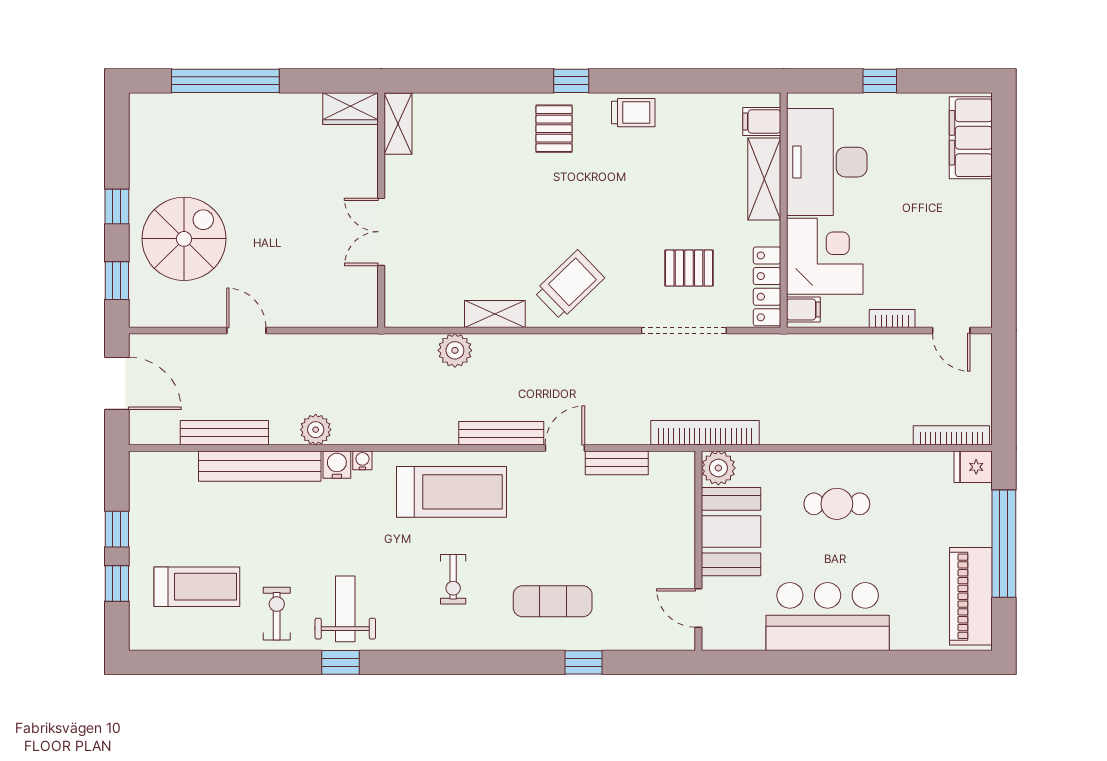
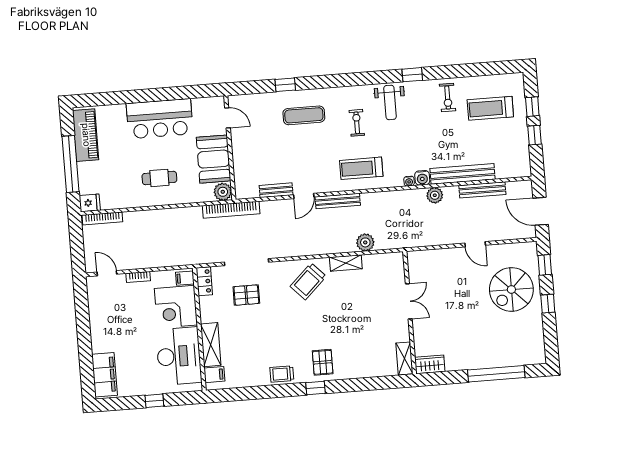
locker: (767, 286) -> (204, 281), width x0.66
treadmill: (452, 492) -> (361, 168), width x0.73, depth x0.73
weight bench: (345, 609) -> (390, 102), moved

